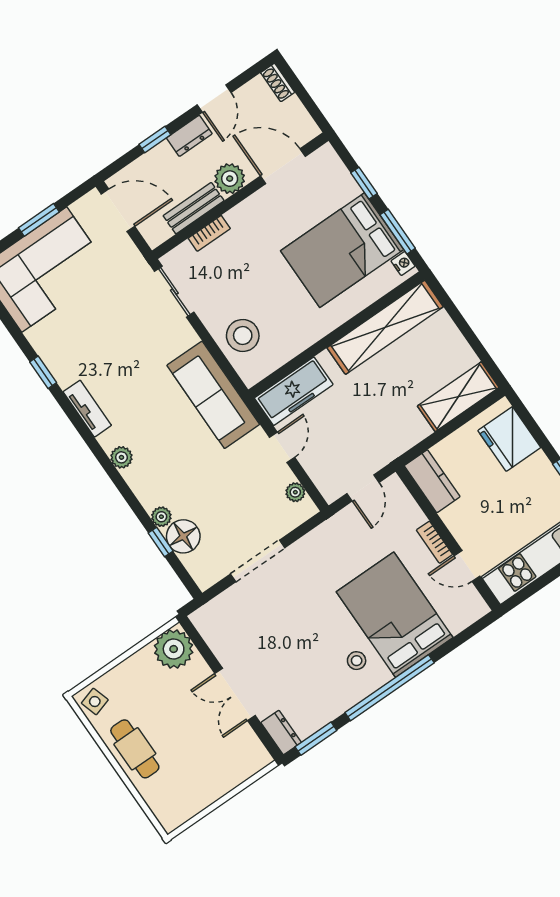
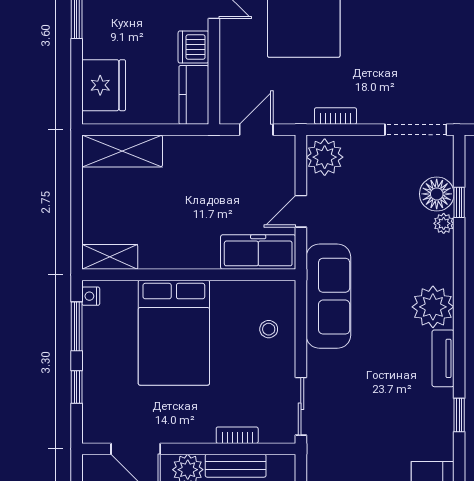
bed: (342, 250) -> (174, 333), moved, turned 90
shelving: (385, 327) -> (110, 257), width x0.45, depth x0.75
stool: (243, 335) -> (269, 329), width x0.53, depth x0.53
plant: (121, 457) -> (433, 307), width x1.87, depth x1.87
plant: (295, 492) -> (325, 157), width x1.87, depth x1.87
dishwasher: (459, 519) -> (193, 47), added
bookcase: (435, 542) -> (335, 116), moved, turned -90
doorway: (258, 561) -> (416, 130), moved

